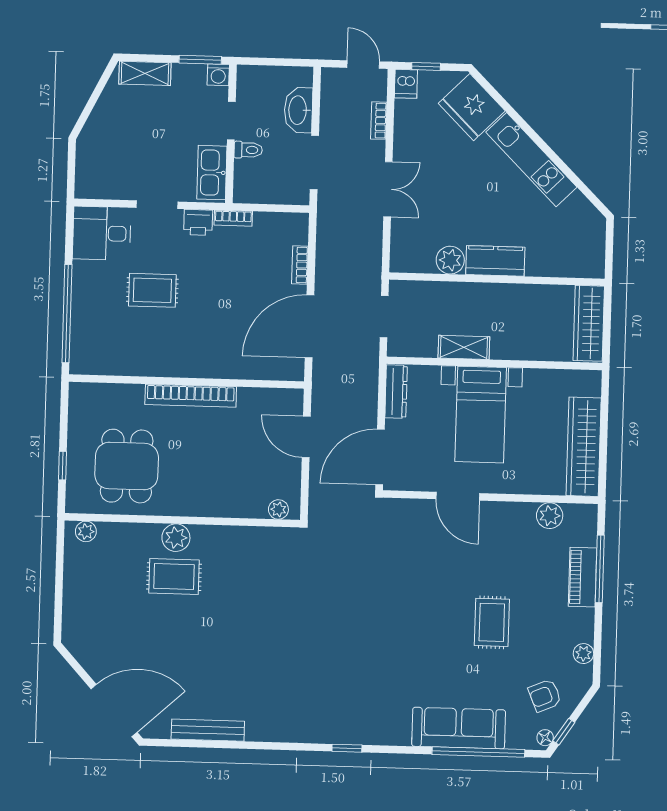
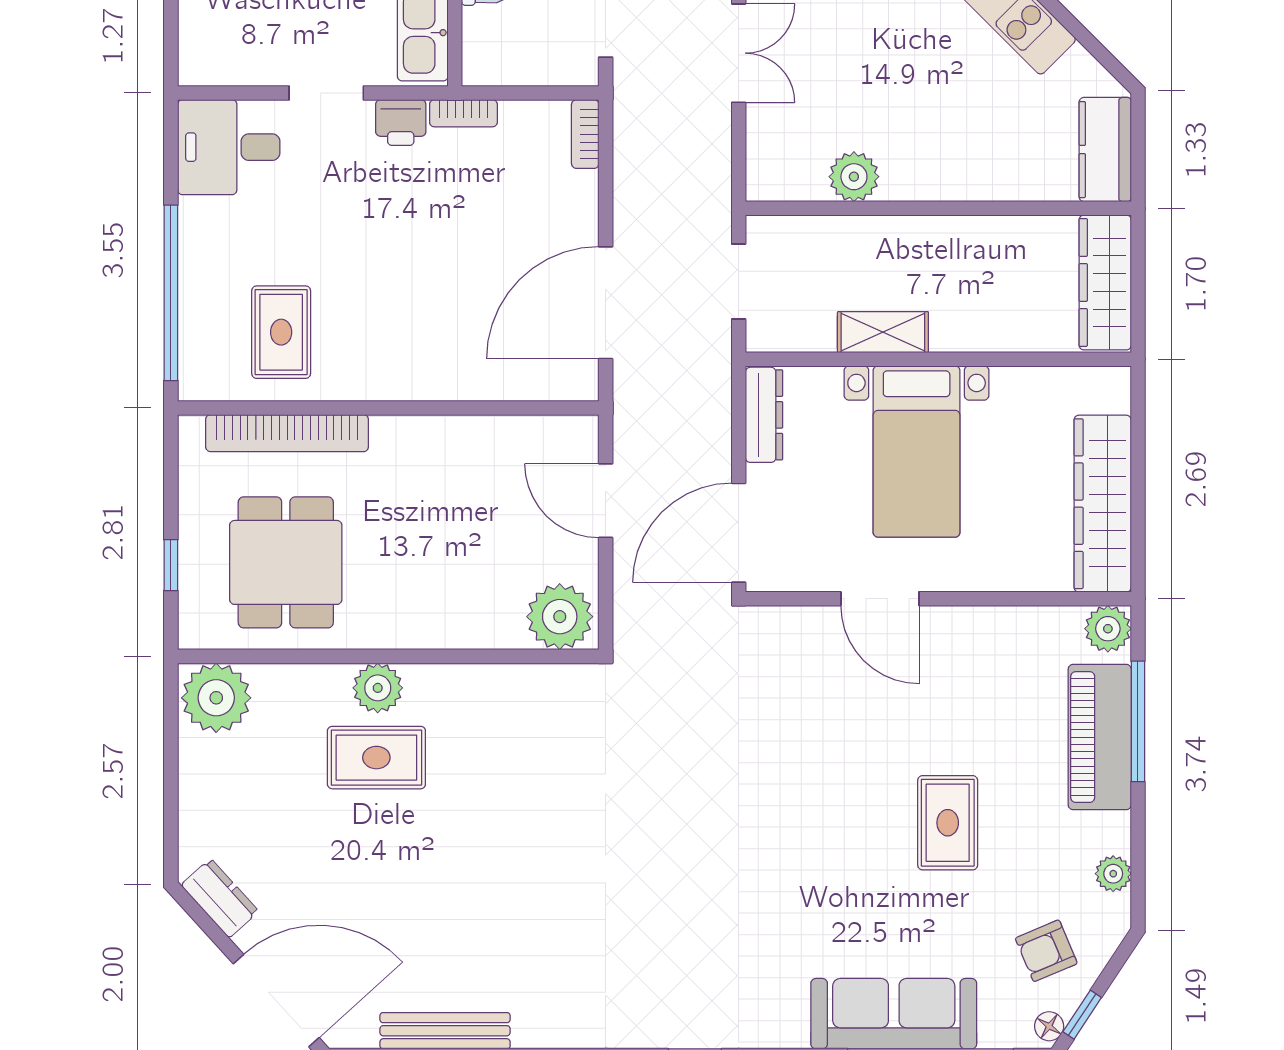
kitchen counter: (495, 261) -> (1105, 150), moved, turned -90
bookcase: (300, 265) -> (585, 134), moved
rug: (152, 290) -> (281, 332), moved, turned 90
bookcase: (191, 396) -> (287, 433), moved
plant: (278, 509) -> (560, 617), width x1.88, depth x1.88
plant: (550, 516) -> (1108, 629), moved
plant: (86, 531) -> (216, 698), width x1.88, depth x1.88
piano: (583, 577) -> (1100, 737), width x1.37, depth x1.33
dresser: (84, 652) -> (220, 898), added

